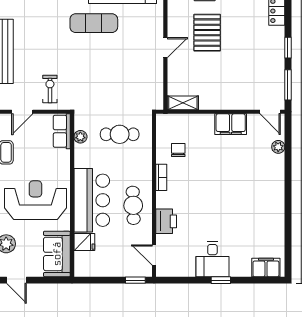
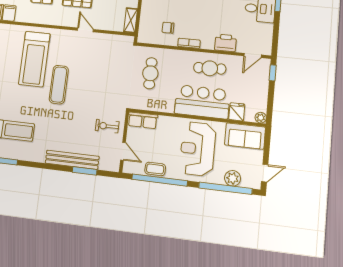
plant: (80, 137) -> (261, 118), moved

